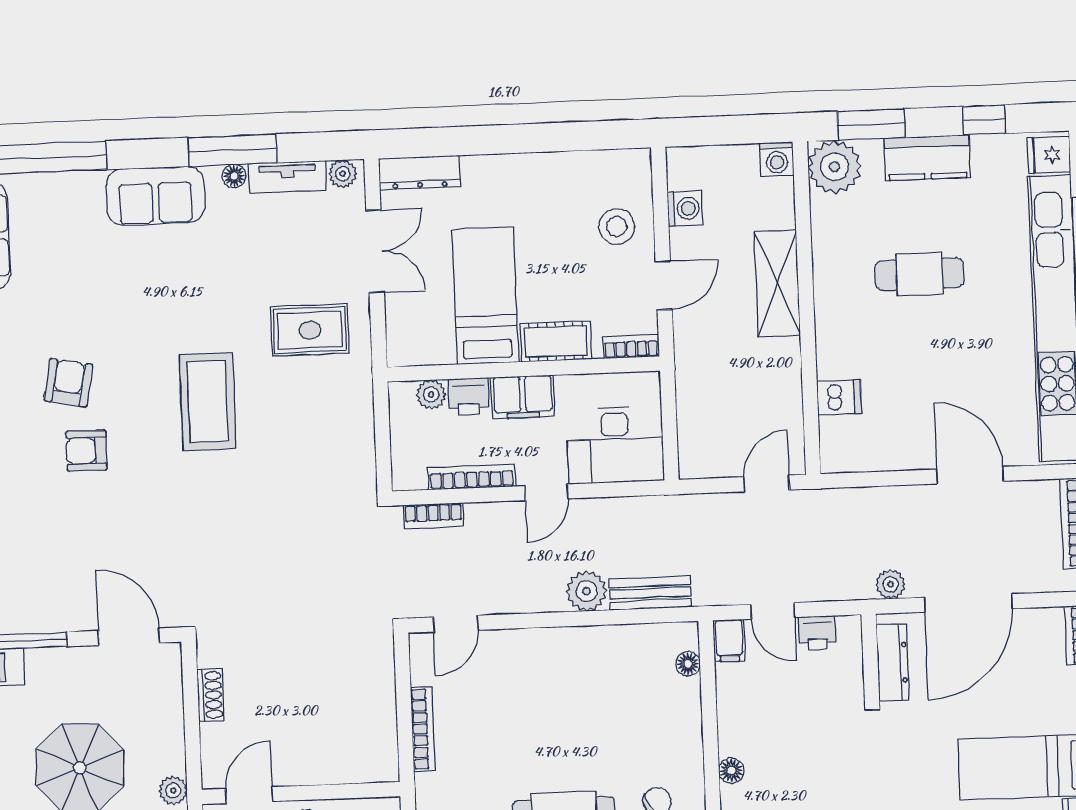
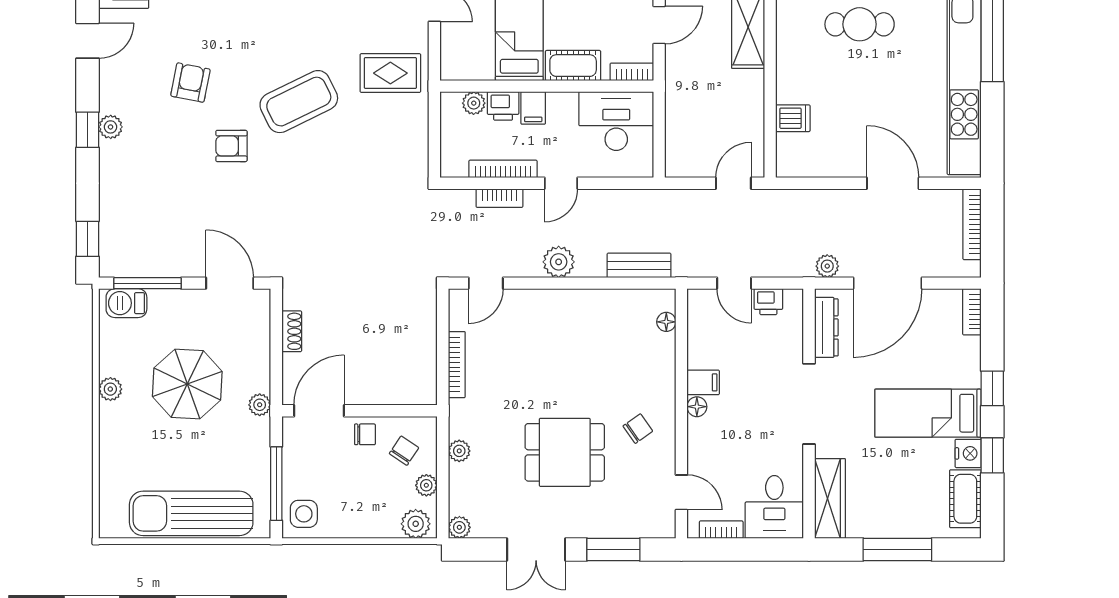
rug: (310, 330) -> (390, 73), moved
filing cabinet: (523, 397) -> (533, 108), width x0.50
coffee table: (208, 401) -> (299, 102), turned 64
desk: (615, 445) -> (616, 121), moved, turned 180
armchair: (87, 451) -> (231, 146), moved
bookcase: (433, 516) -> (499, 198), moved
plant: (586, 591) -> (559, 262), moved
filing cabinet: (729, 641) -> (703, 382), moved, turned -90
door: (249, 795) -> (319, 411), width x1.37

